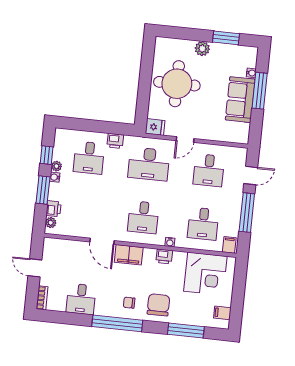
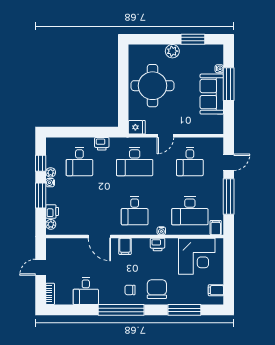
desk: (203, 224) -> (190, 211), width x1.37
filing cabinet: (129, 255) -> (125, 246), width x0.50
door: (35, 268) -> (41, 267), hinge flipped

